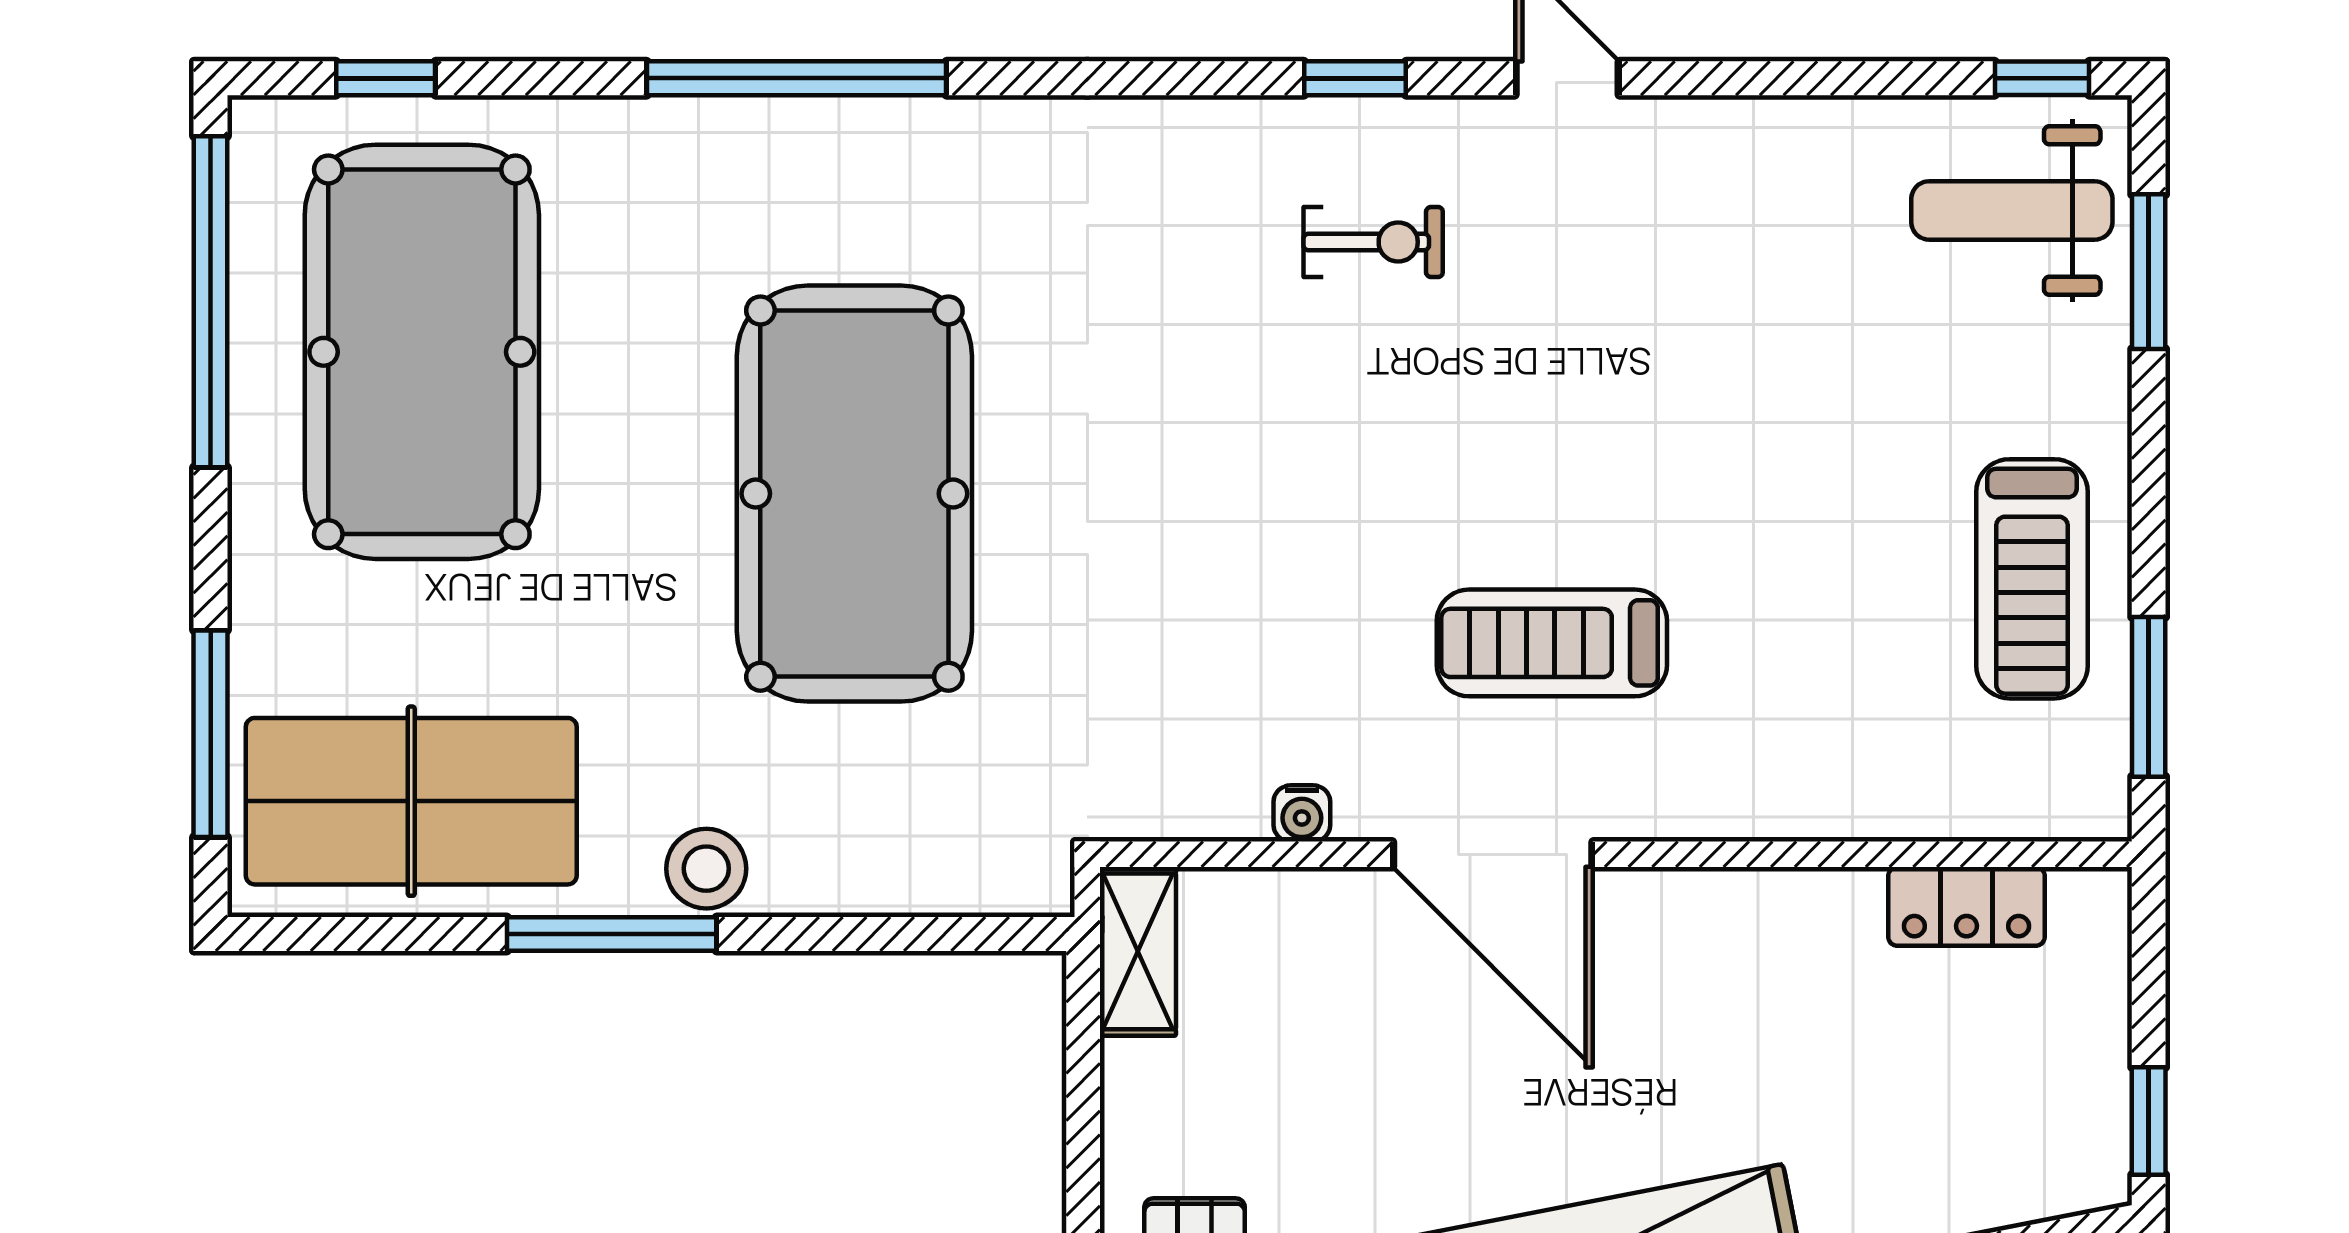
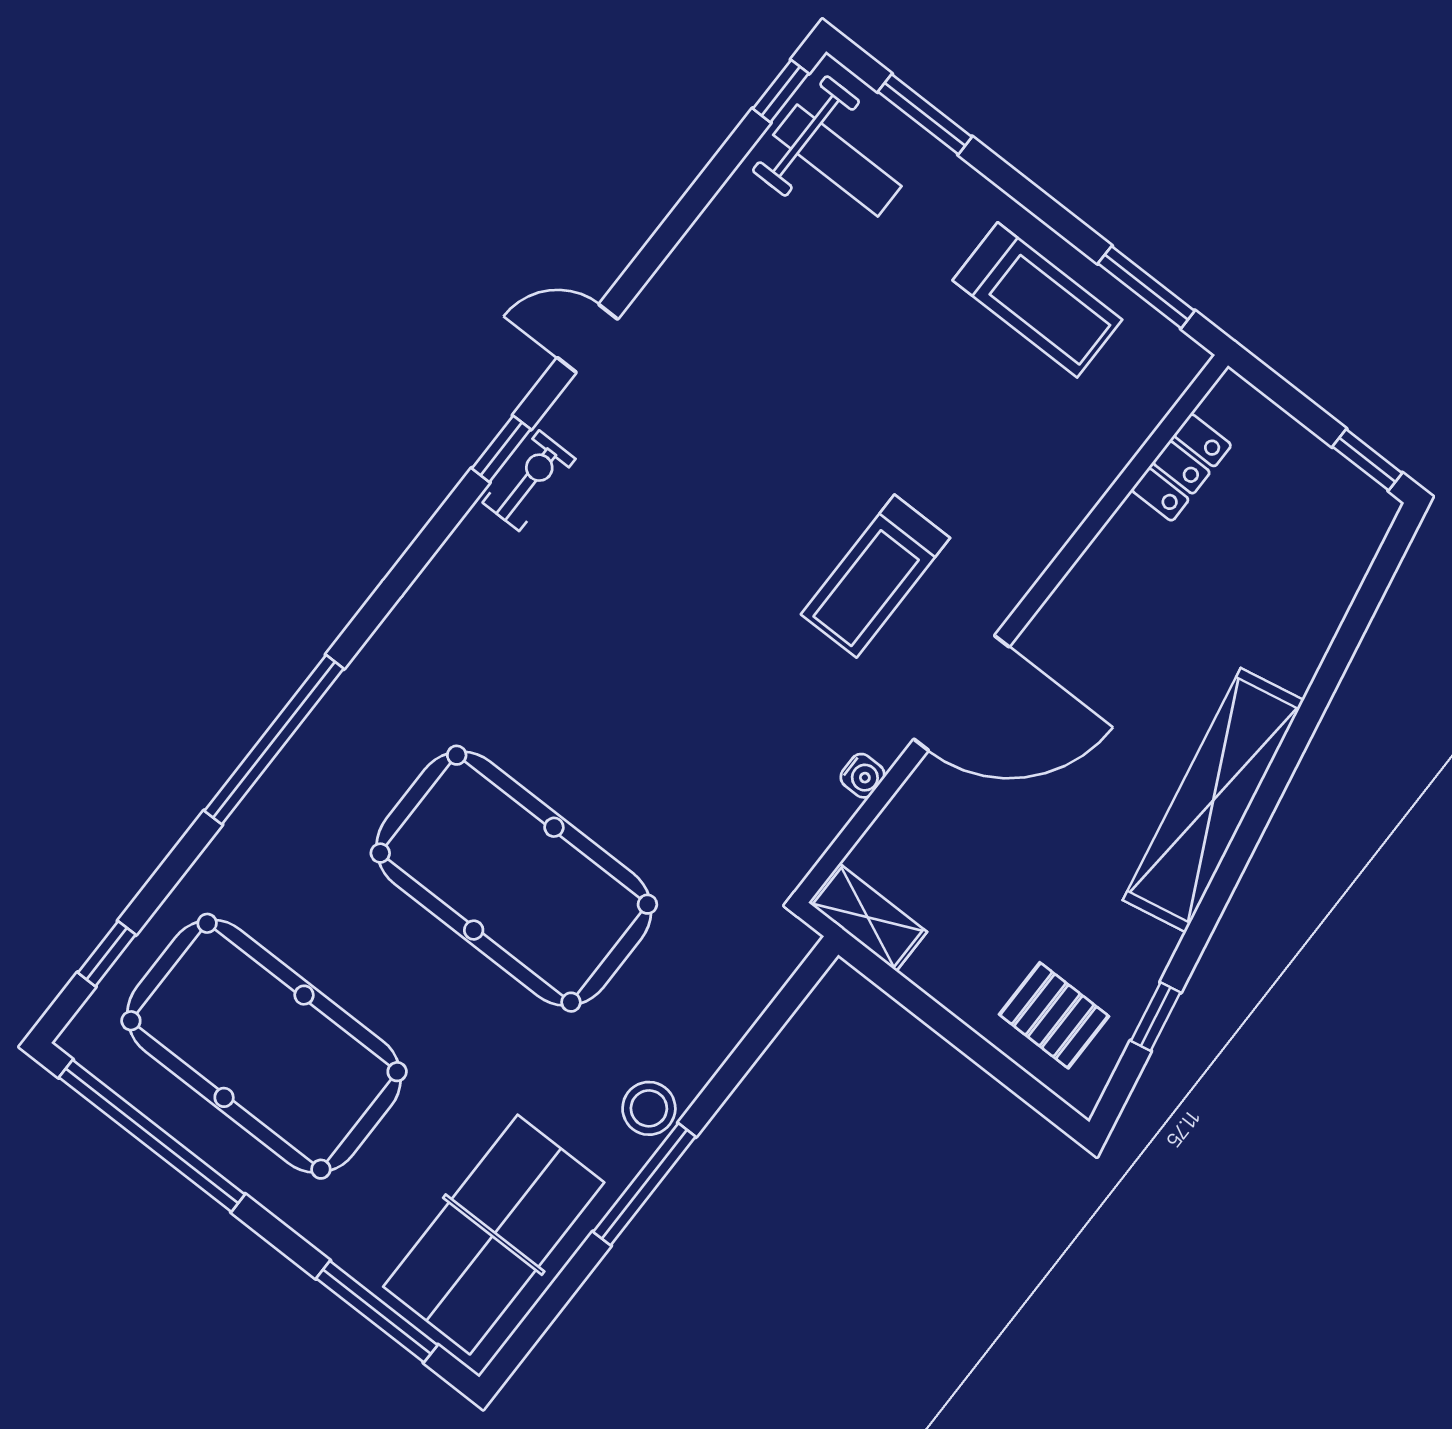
weight bench: (2012, 210) -> (837, 161), turned -90
exercise bike: (1373, 242) -> (529, 481), moved

